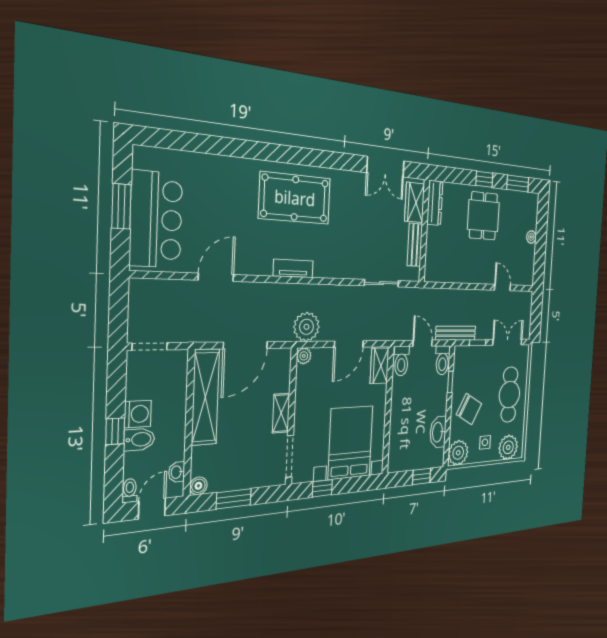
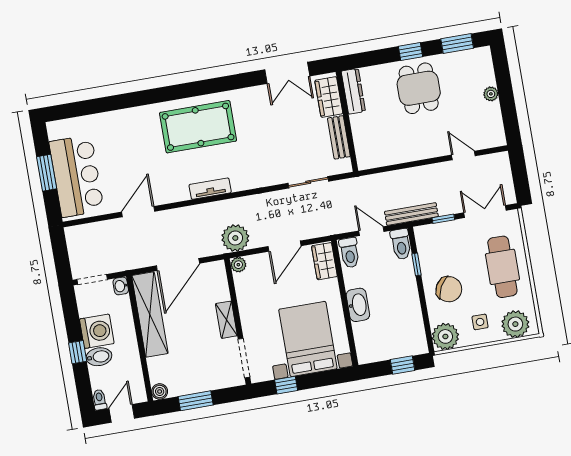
washing machine: (138, 414) -> (97, 331), width x1.37, depth x1.37
washbasin: (438, 432) -> (358, 305), moved, turned 180
washbasin: (177, 472) -> (121, 286), moved

